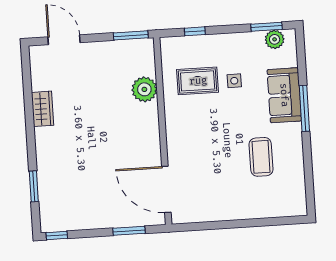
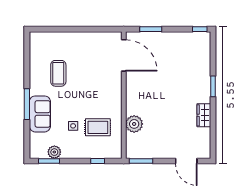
plant: (275, 39) -> (54, 152), moved
window: (34, 186) -> (213, 86), moved

